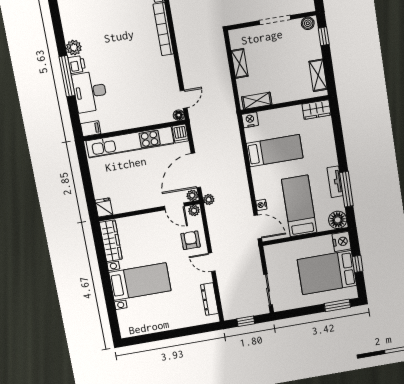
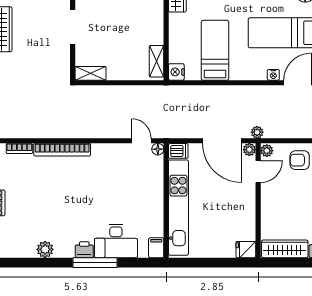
plant: (74, 48) -> (45, 249), moved
shelving: (240, 63) -> (91, 73), moved

